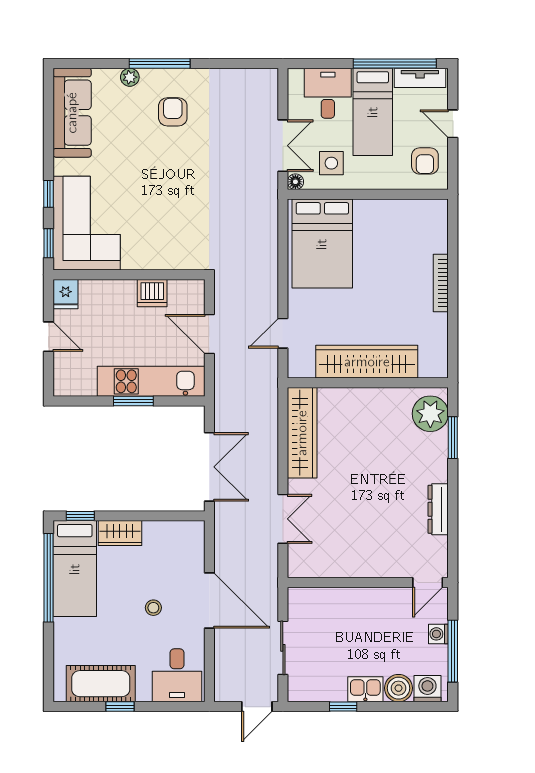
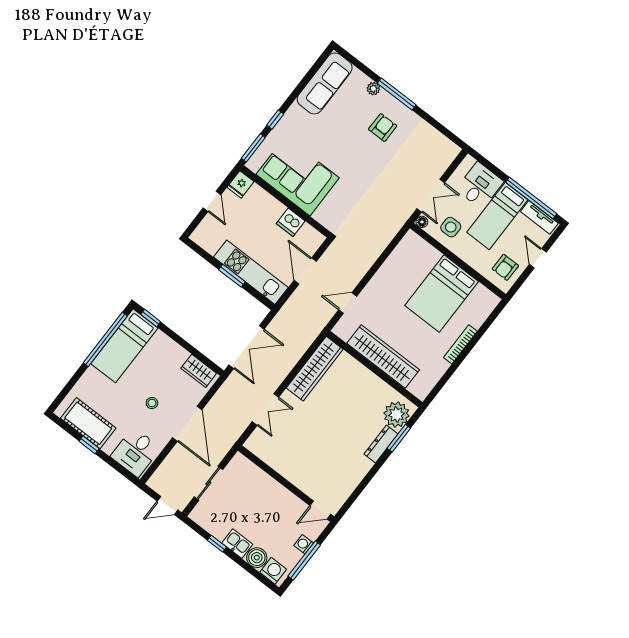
corner sofa: (87, 223) -> (298, 176), moved, turned -90
window: (49, 243) -> (253, 148), width x1.50
bed: (322, 244) -> (442, 294), moved
dresser: (438, 509) -> (381, 444), moved
wardrobe: (120, 533) -> (199, 371), moved

